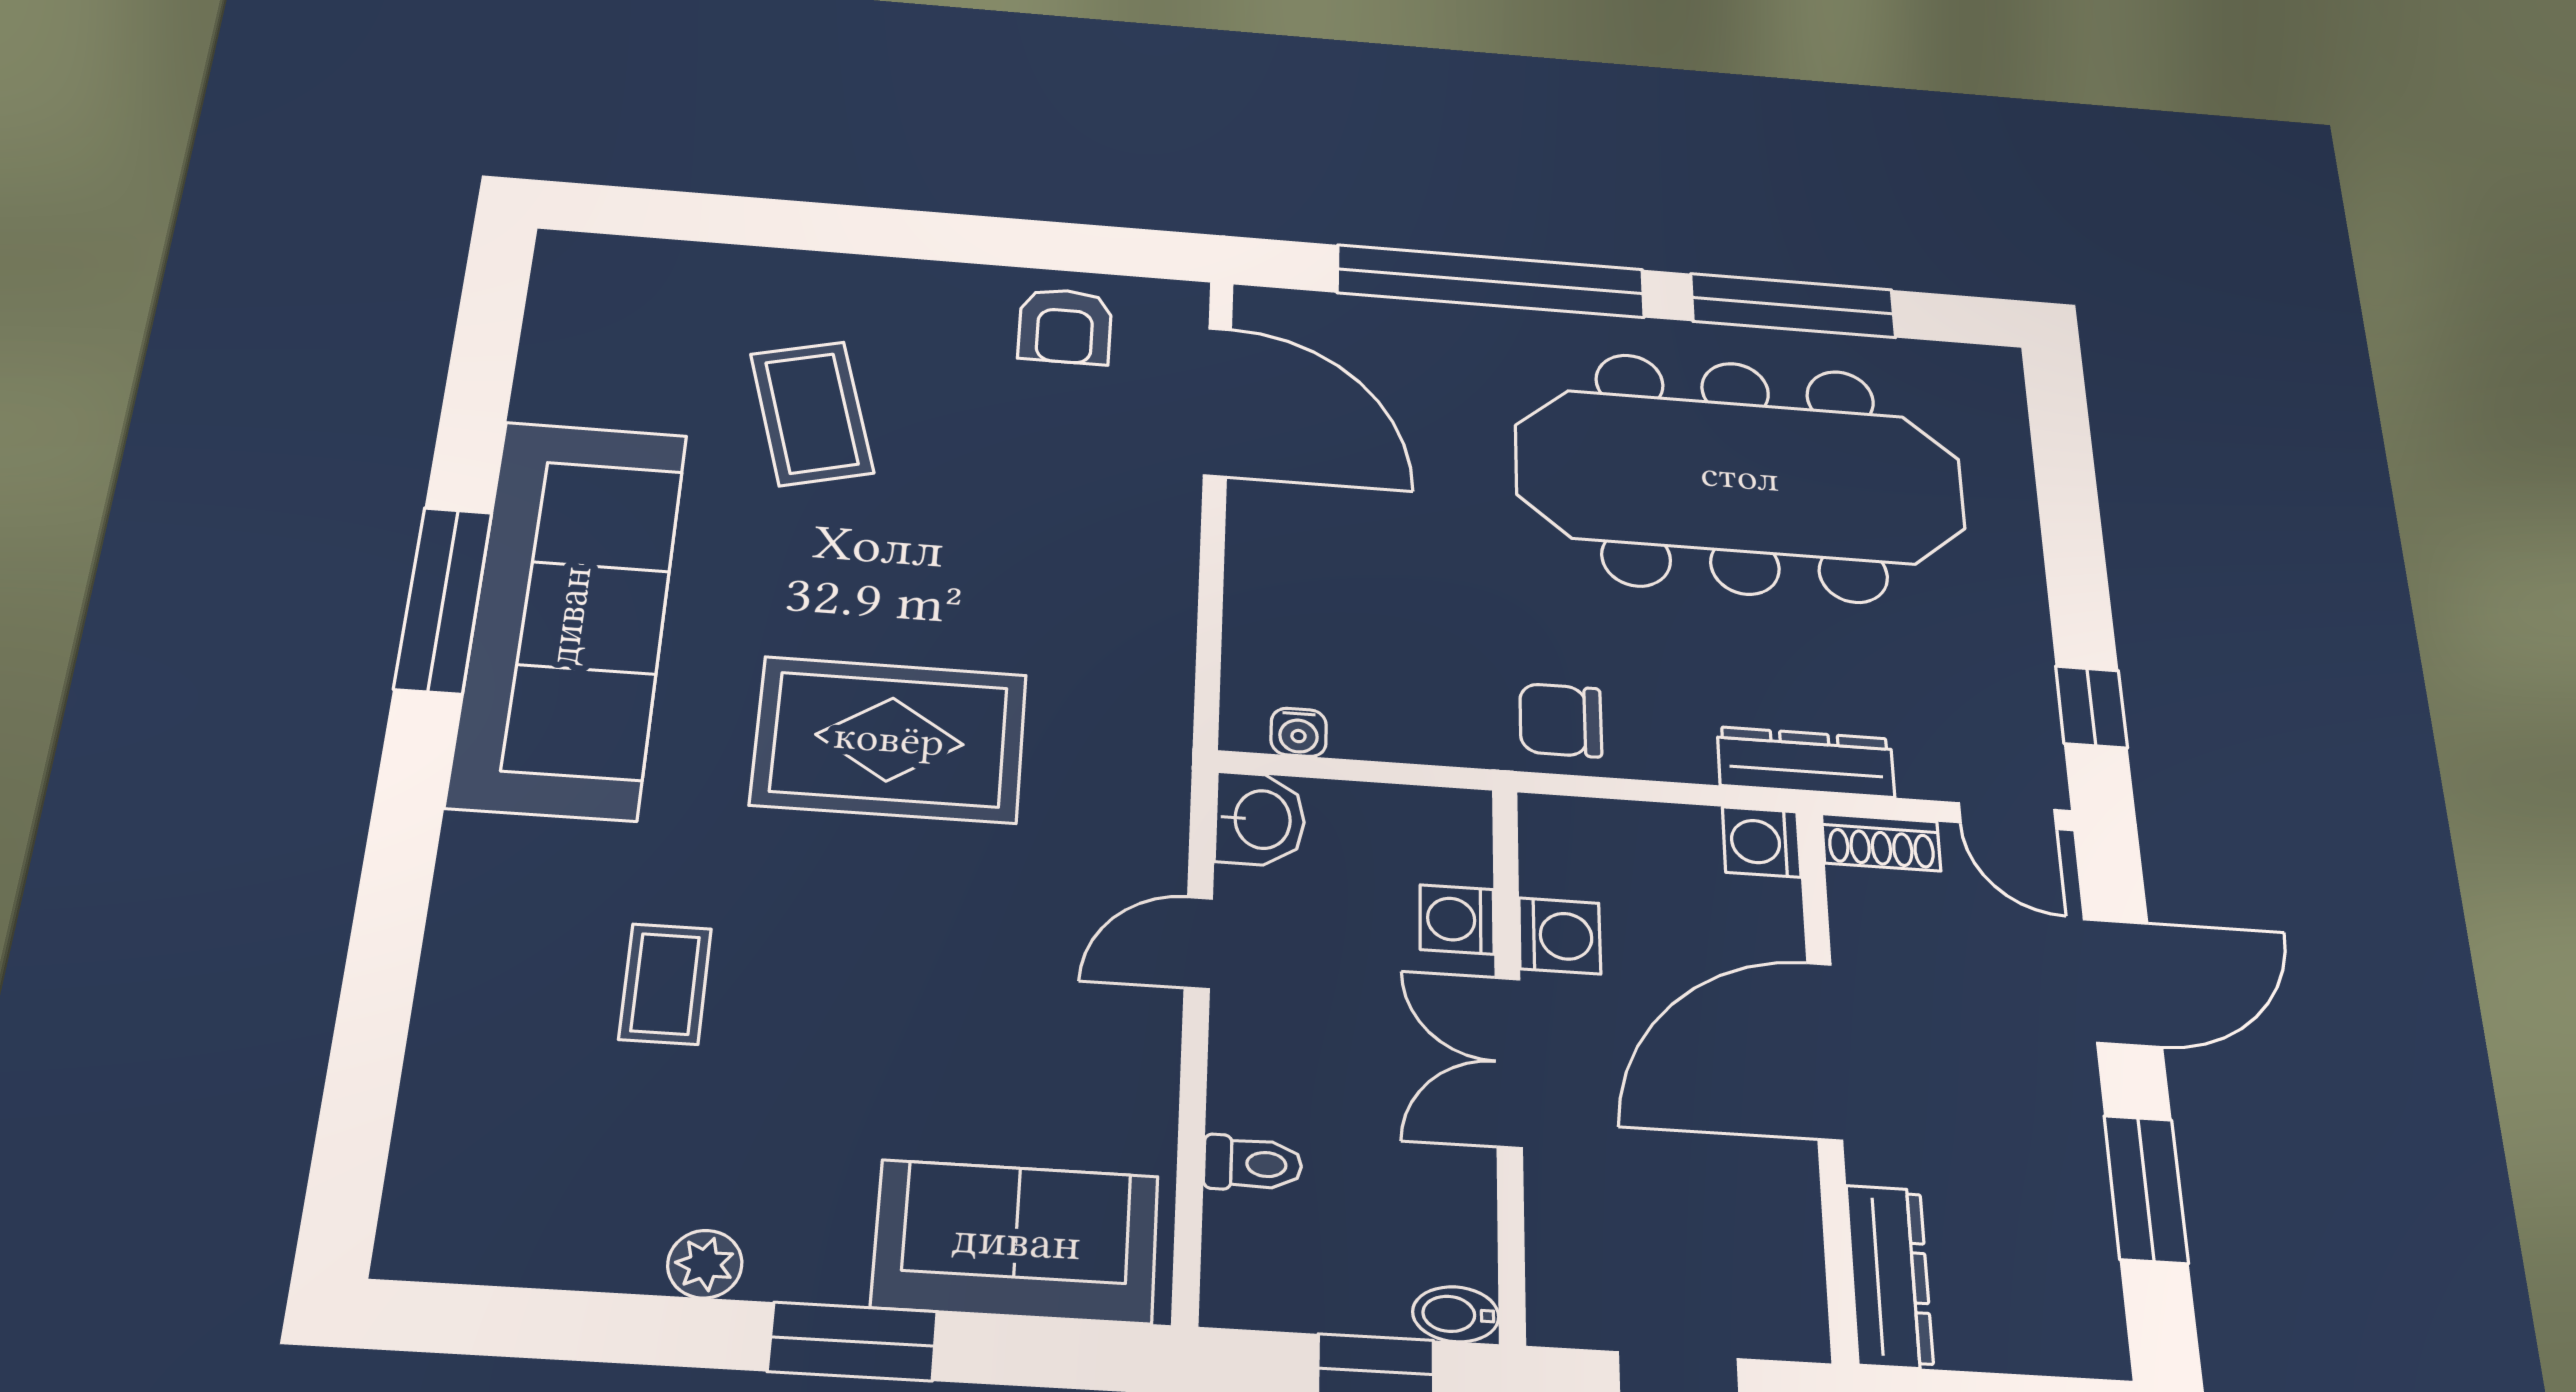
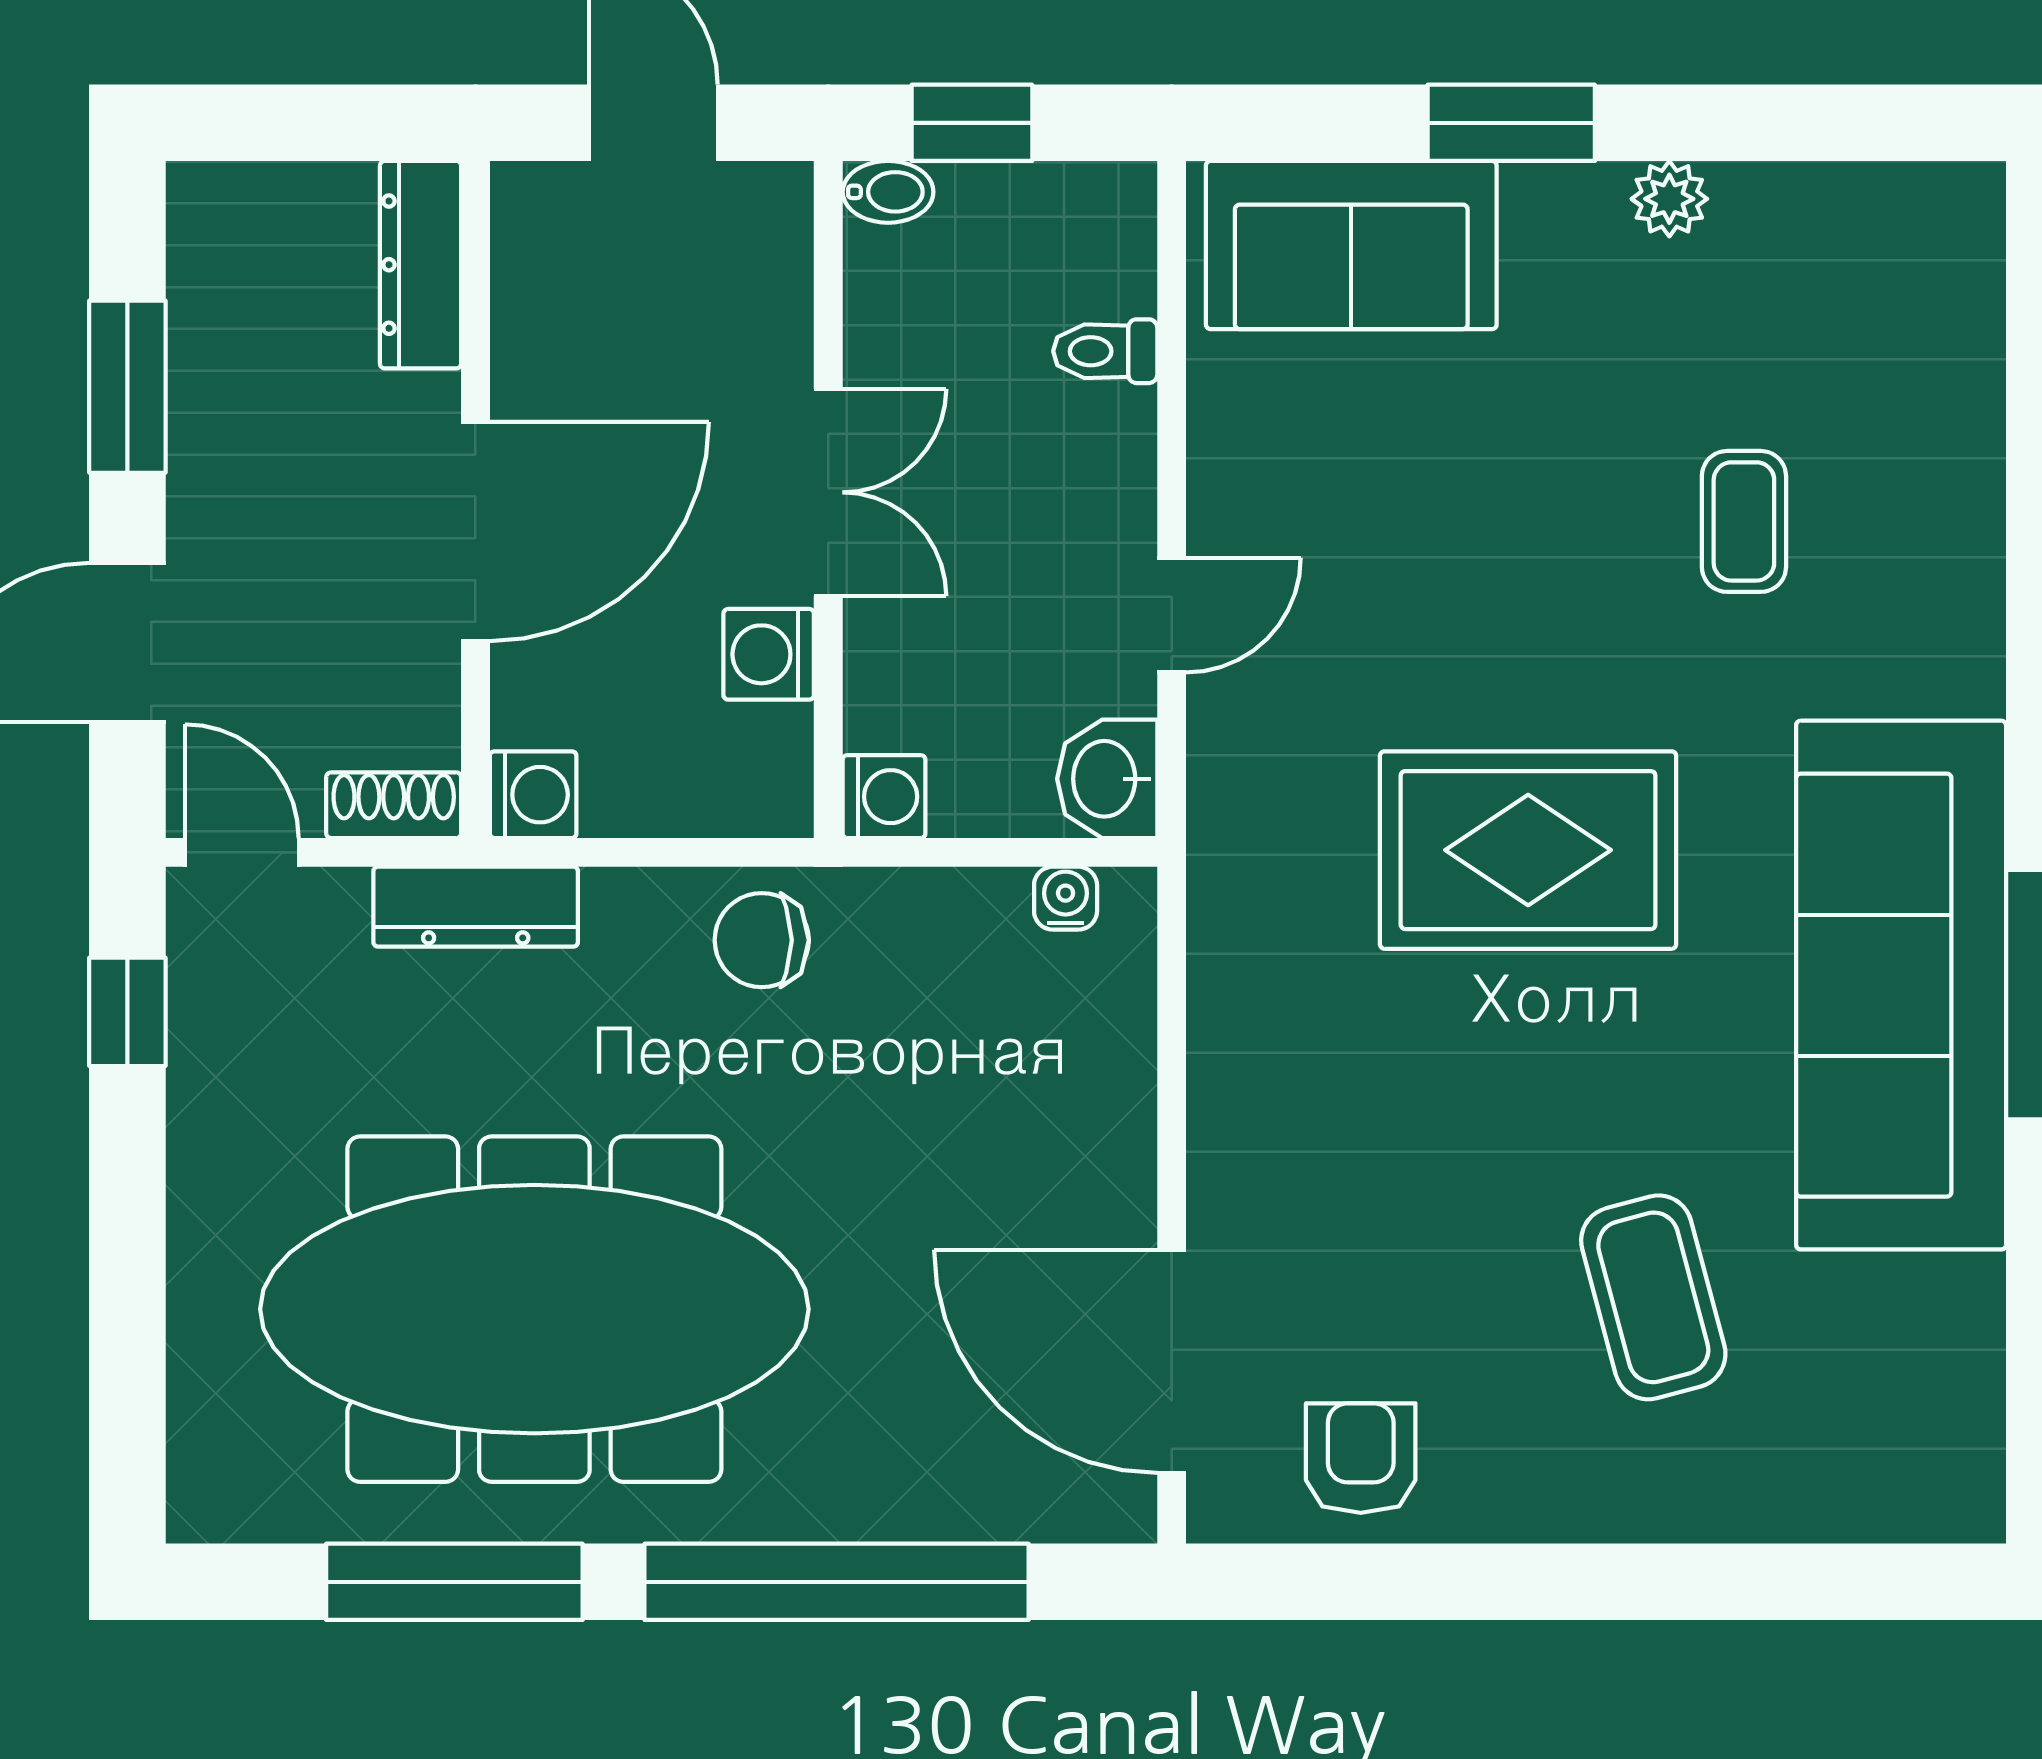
chair: (1561, 720) -> (762, 940), turned 180
washing machine: (1457, 919) -> (884, 797), moved

